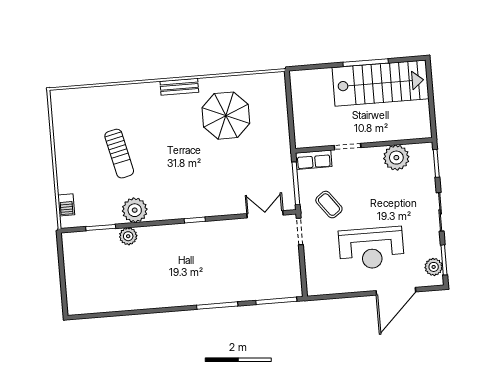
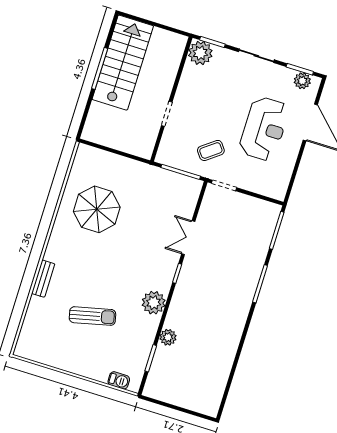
bench: (179, 87) -> (43, 279), moved
plant: (396, 158) -> (200, 53), moved
row of seats: (314, 160) -> (166, 148), removed
plant: (135, 210) -> (154, 303), moved
double door: (265, 214) -> (188, 238), moved

